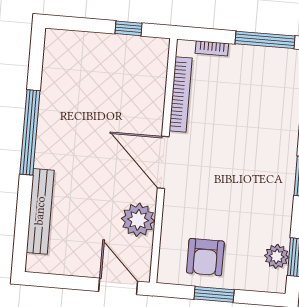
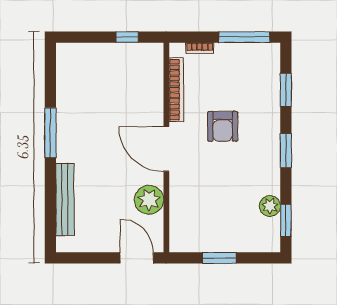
window: (30, 132) -> (50, 133), width x0.68
plant: (277, 256) -> (270, 206), moved
armchair: (205, 257) -> (223, 126), moved

